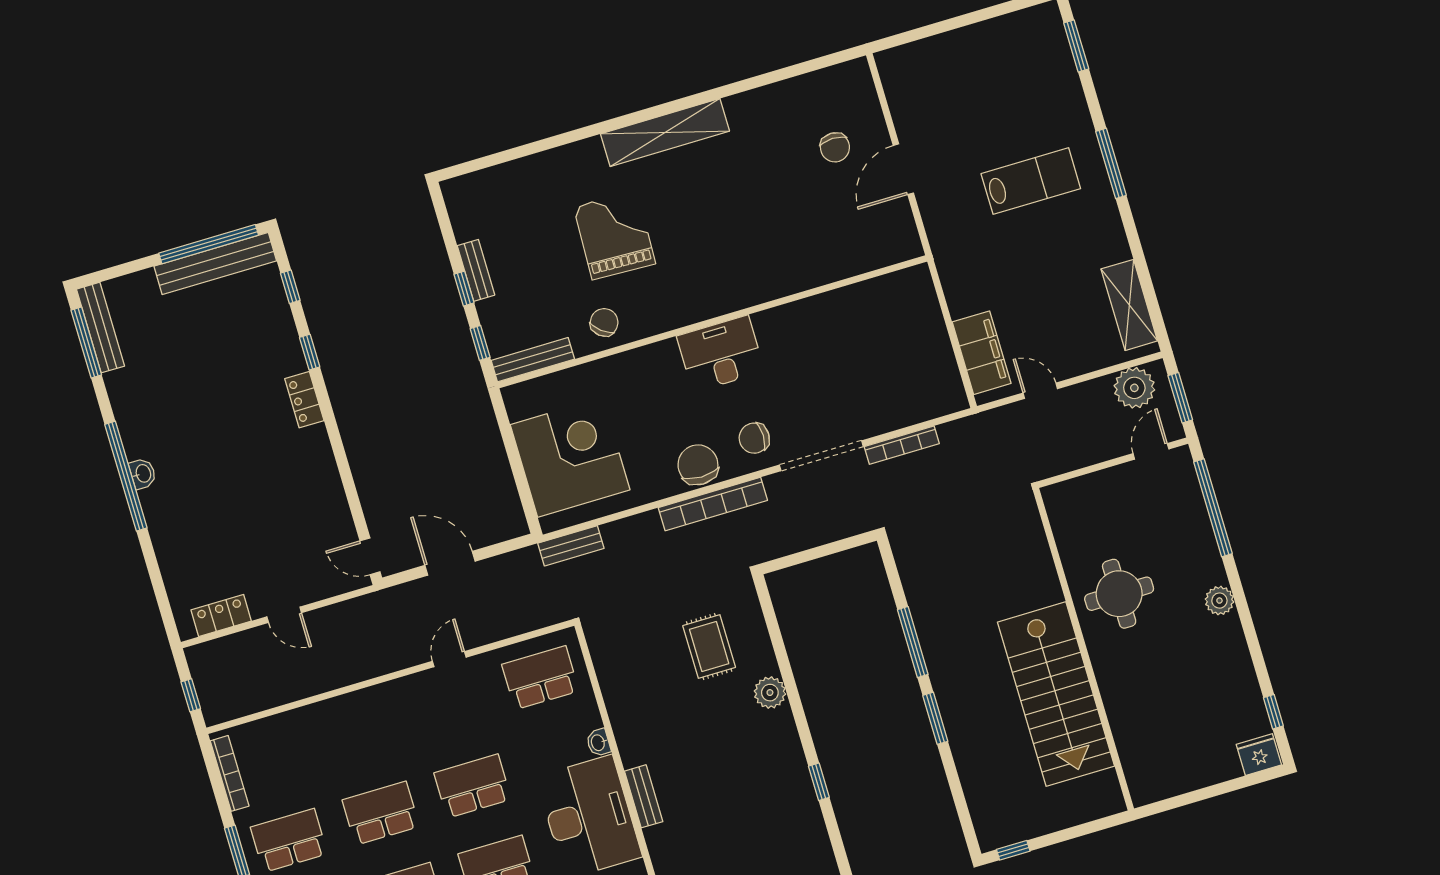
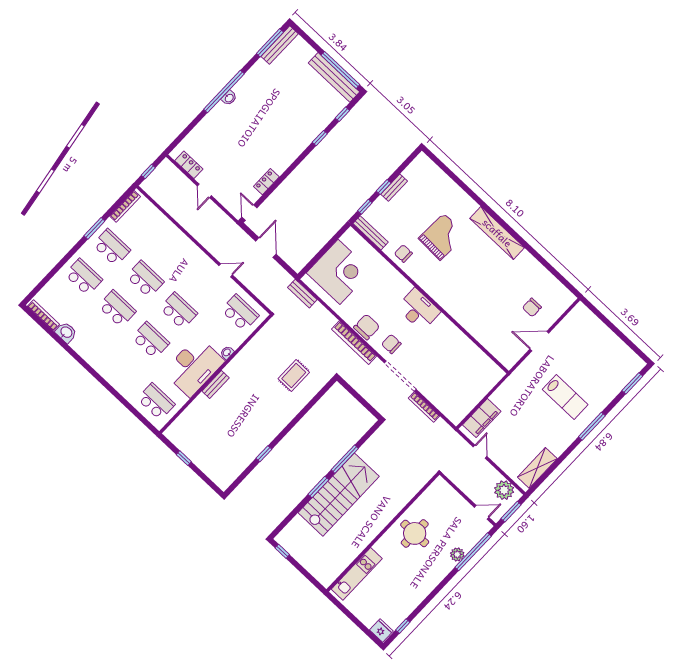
chair: (604, 322) -> (403, 254), turned -129
locker: (304, 400) -> (266, 182), moved
plant: (1219, 601) -> (457, 554), moved
plant: (770, 693) -> (289, 412), removed
stairs: (1056, 694) -> (339, 495), moved, turned 180
kitchen unit: (1131, 740) -> (357, 574), added

